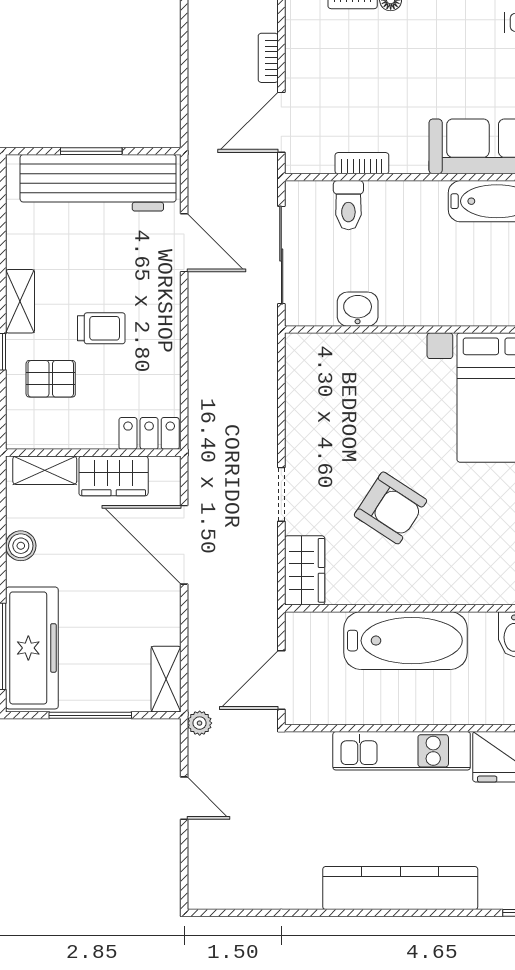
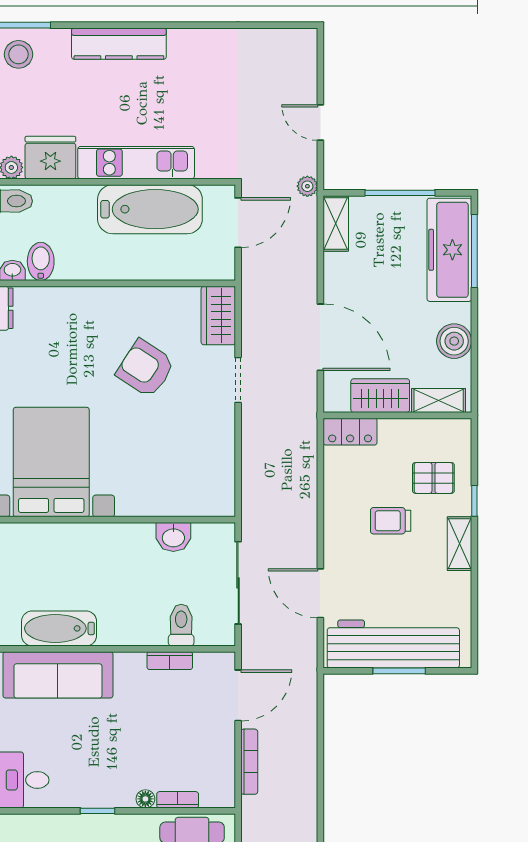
bookcase: (268, 58) -> (249, 762), width x1.56
boiler: (21, 546) -> (454, 341), width x1.36, depth x1.36
bathtub: (406, 641) -> (150, 209), moved, turned 180
kitchen counter: (400, 888) -> (119, 44), width x0.72, depth x0.86

